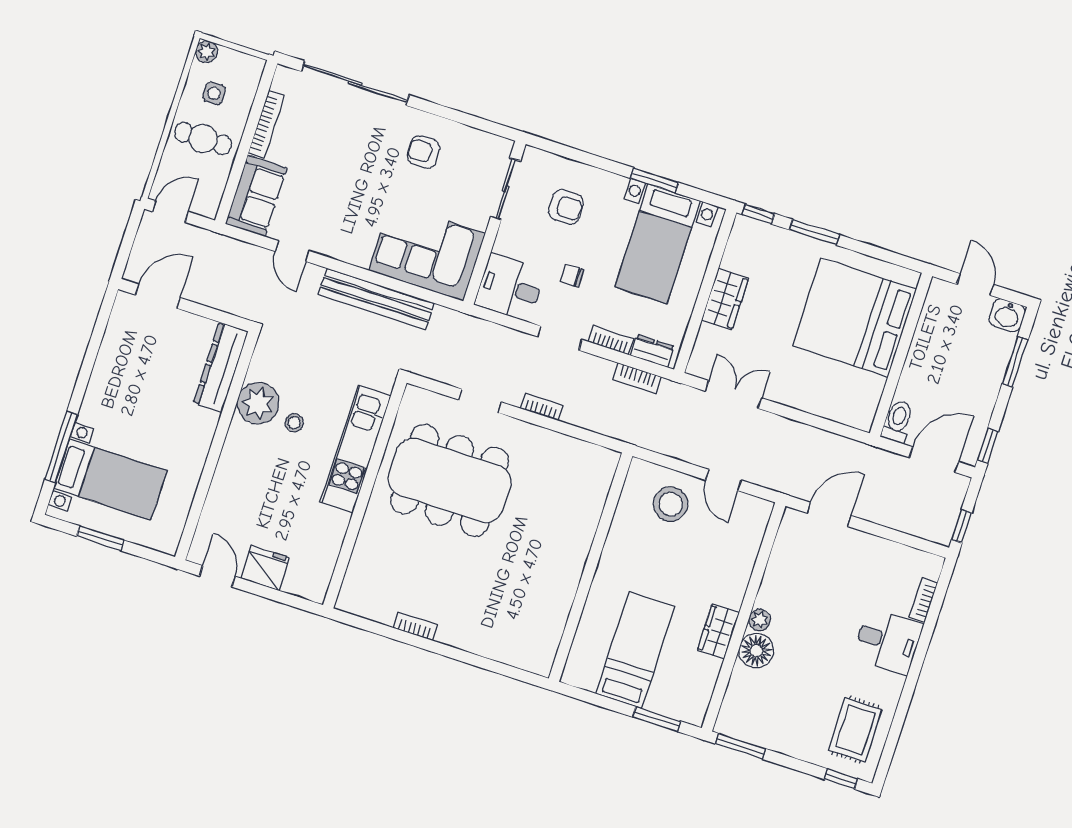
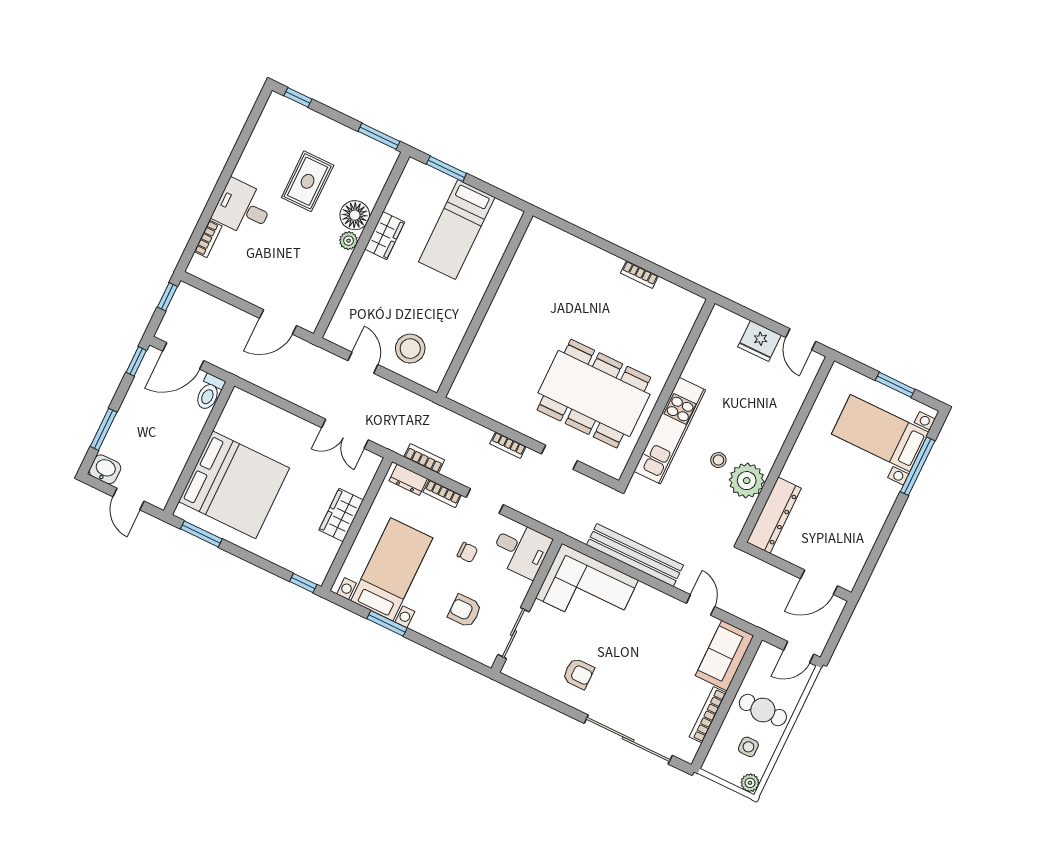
window: (814, 232) -> (201, 534), moved
rug: (855, 730) -> (308, 181), moved

